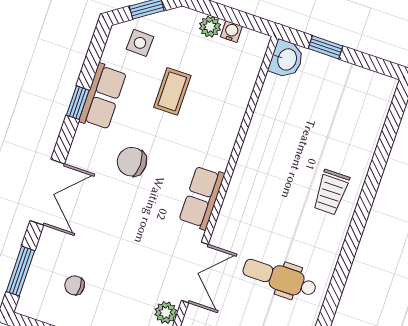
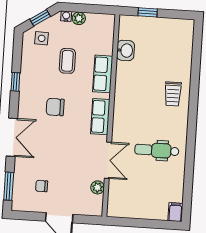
water cooler: (231, 31) -> (66, 16), moved
washbasin: (286, 59) -> (126, 50), moved
row of seats: (103, 97) -> (103, 74), moved, turned 180

